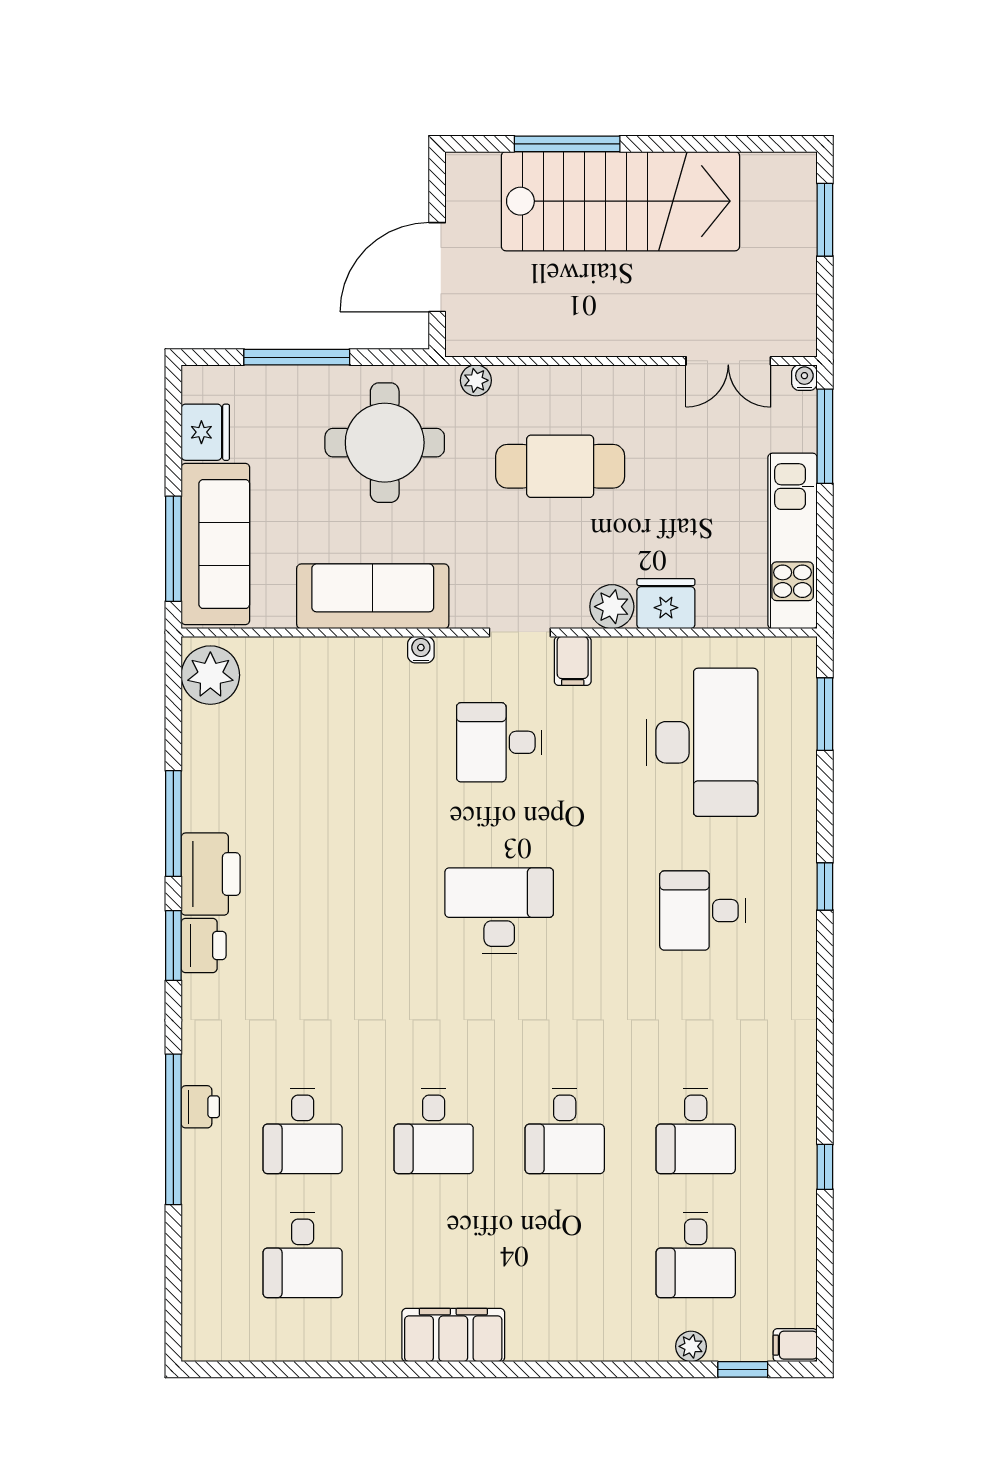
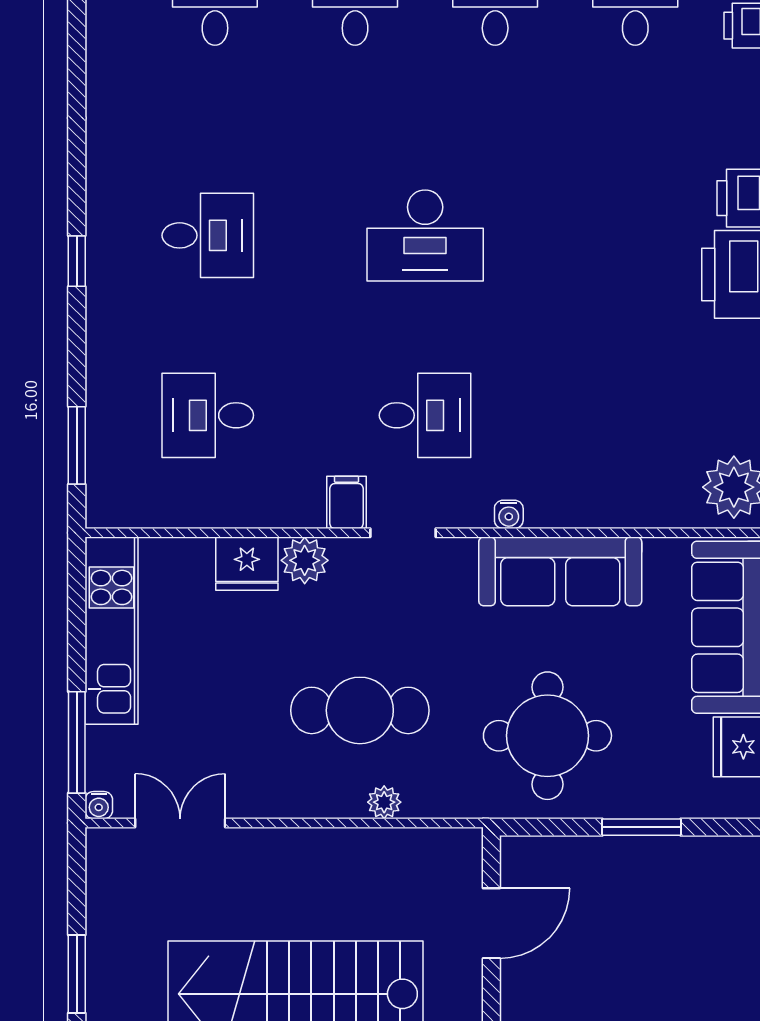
door: (437, 267) -> (491, 923), width x0.73
window: (297, 357) -> (641, 827), width x0.69
plant: (476, 380) -> (384, 802), moved
desk: (702, 742) -> (208, 415), width x0.53, depth x0.77

